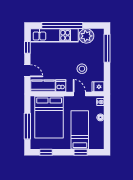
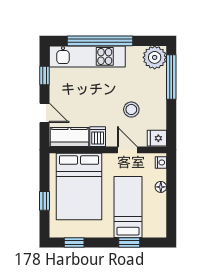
plant: (86, 36) -> (155, 57), moved
window: (27, 126) -> (44, 201), width x0.46

